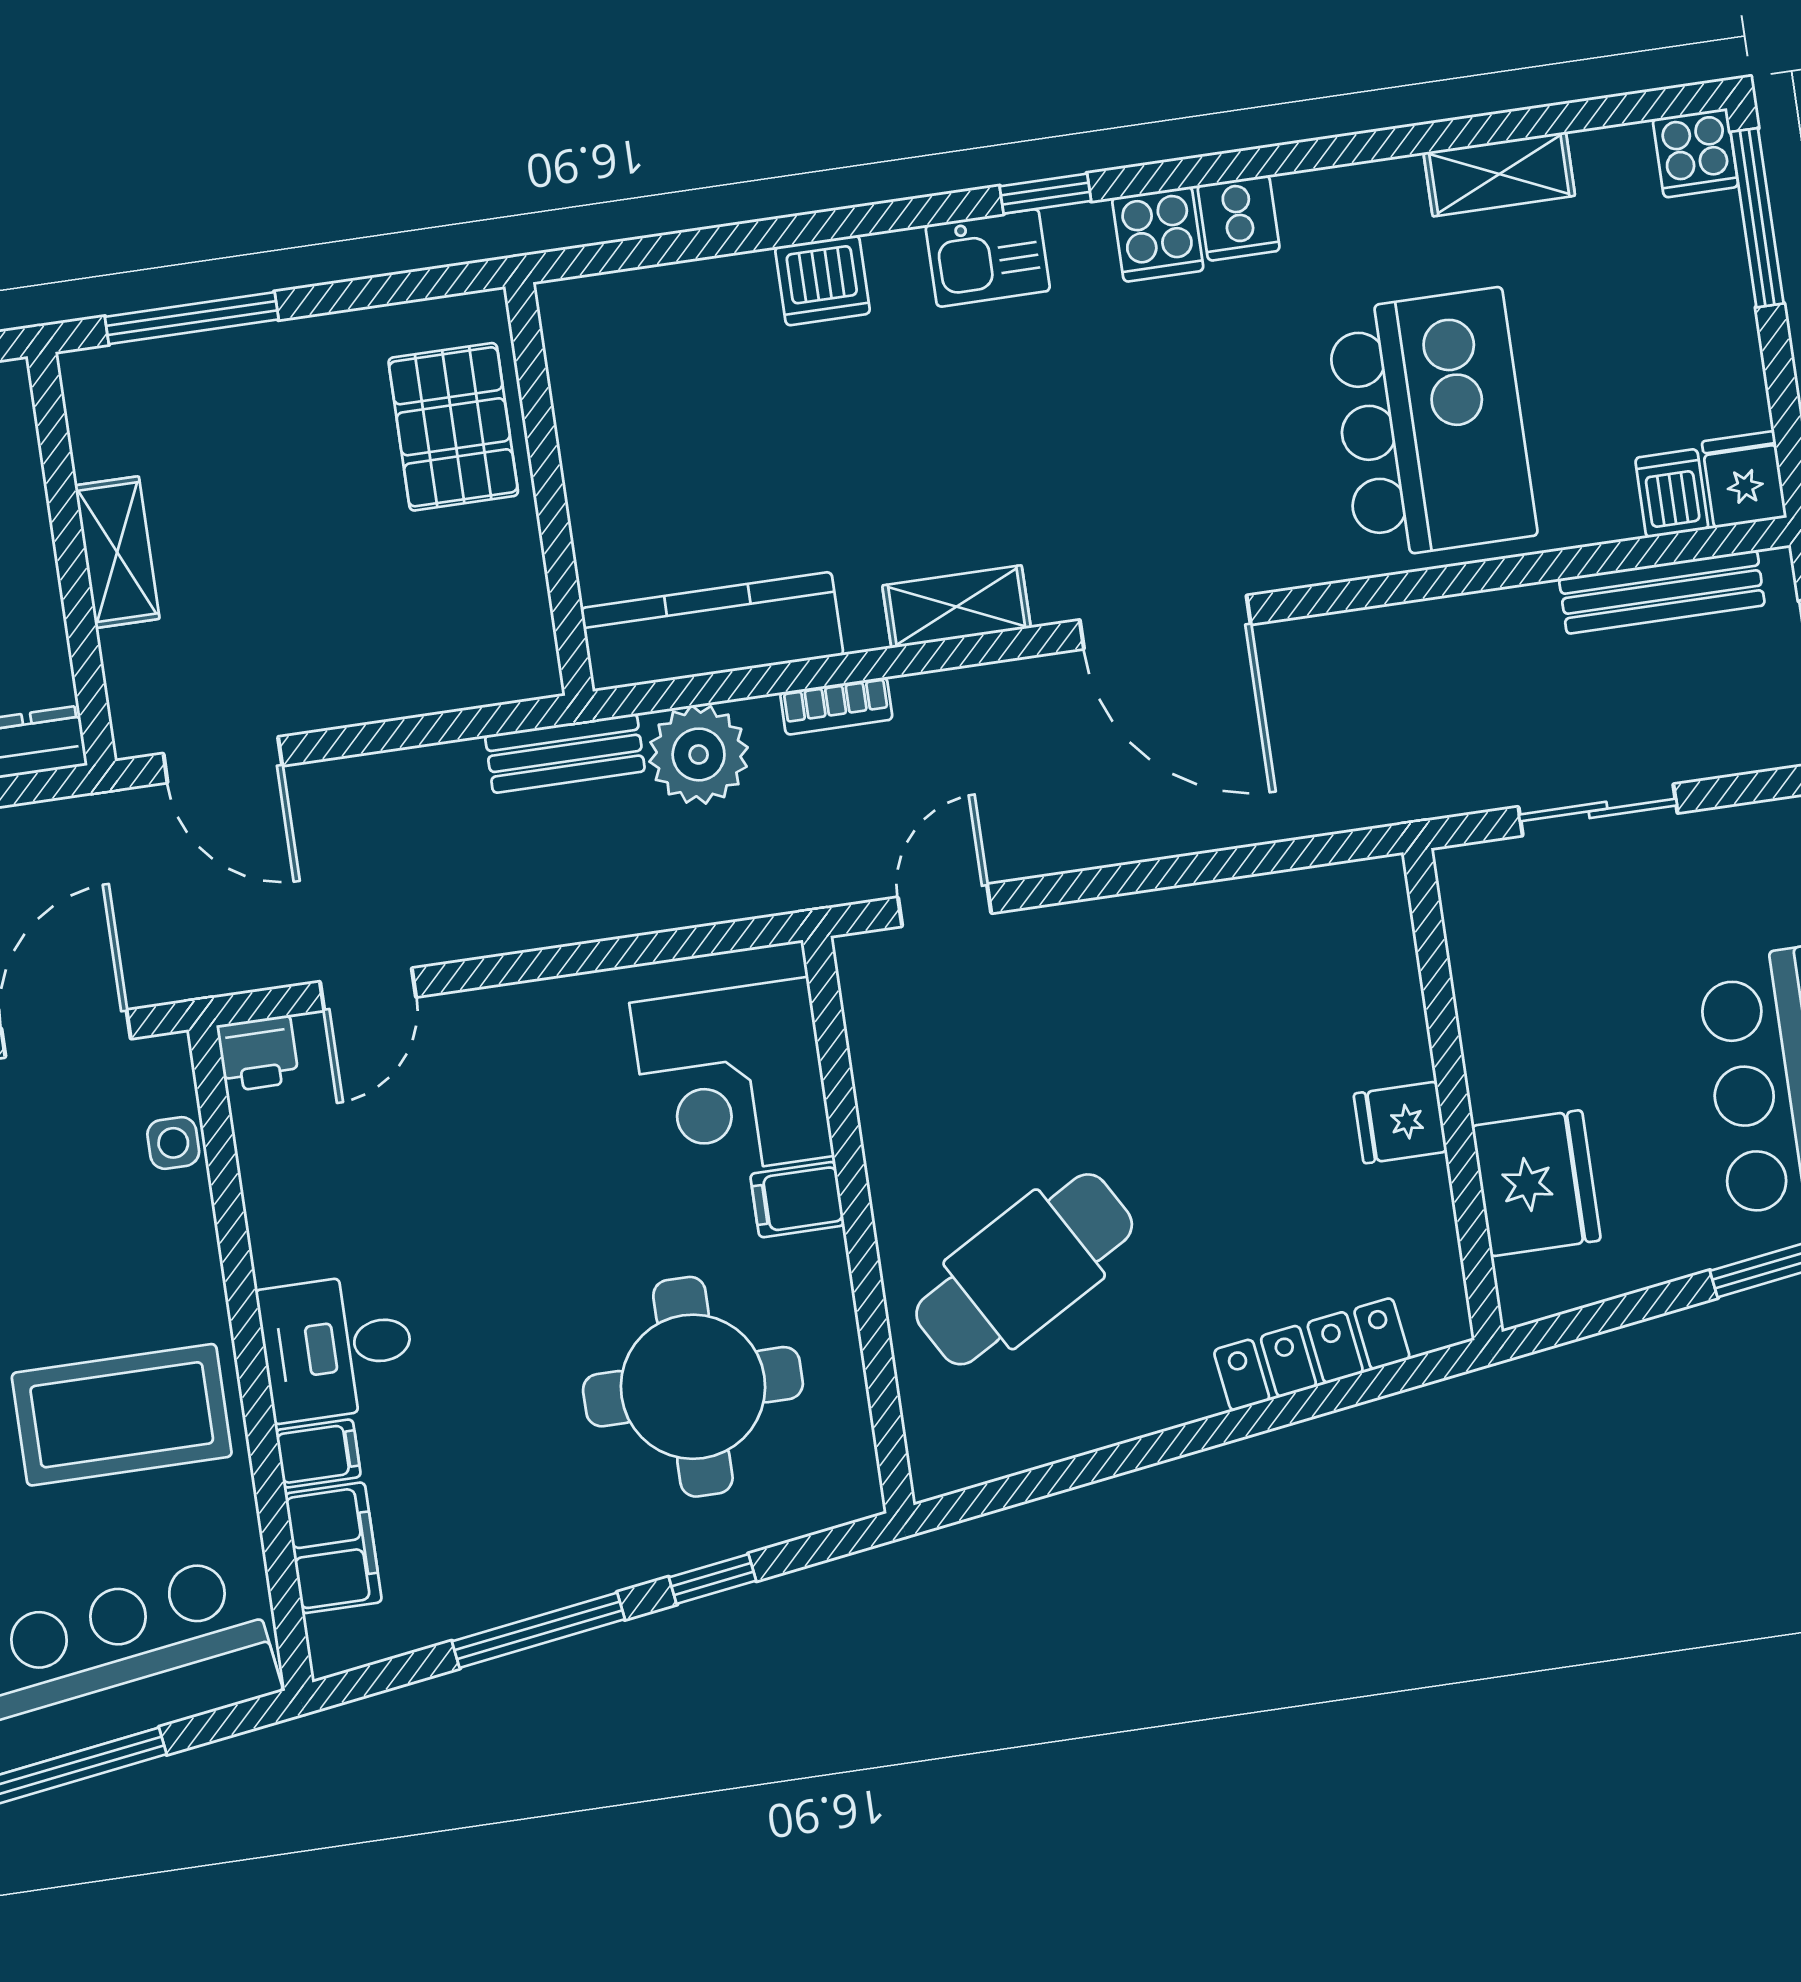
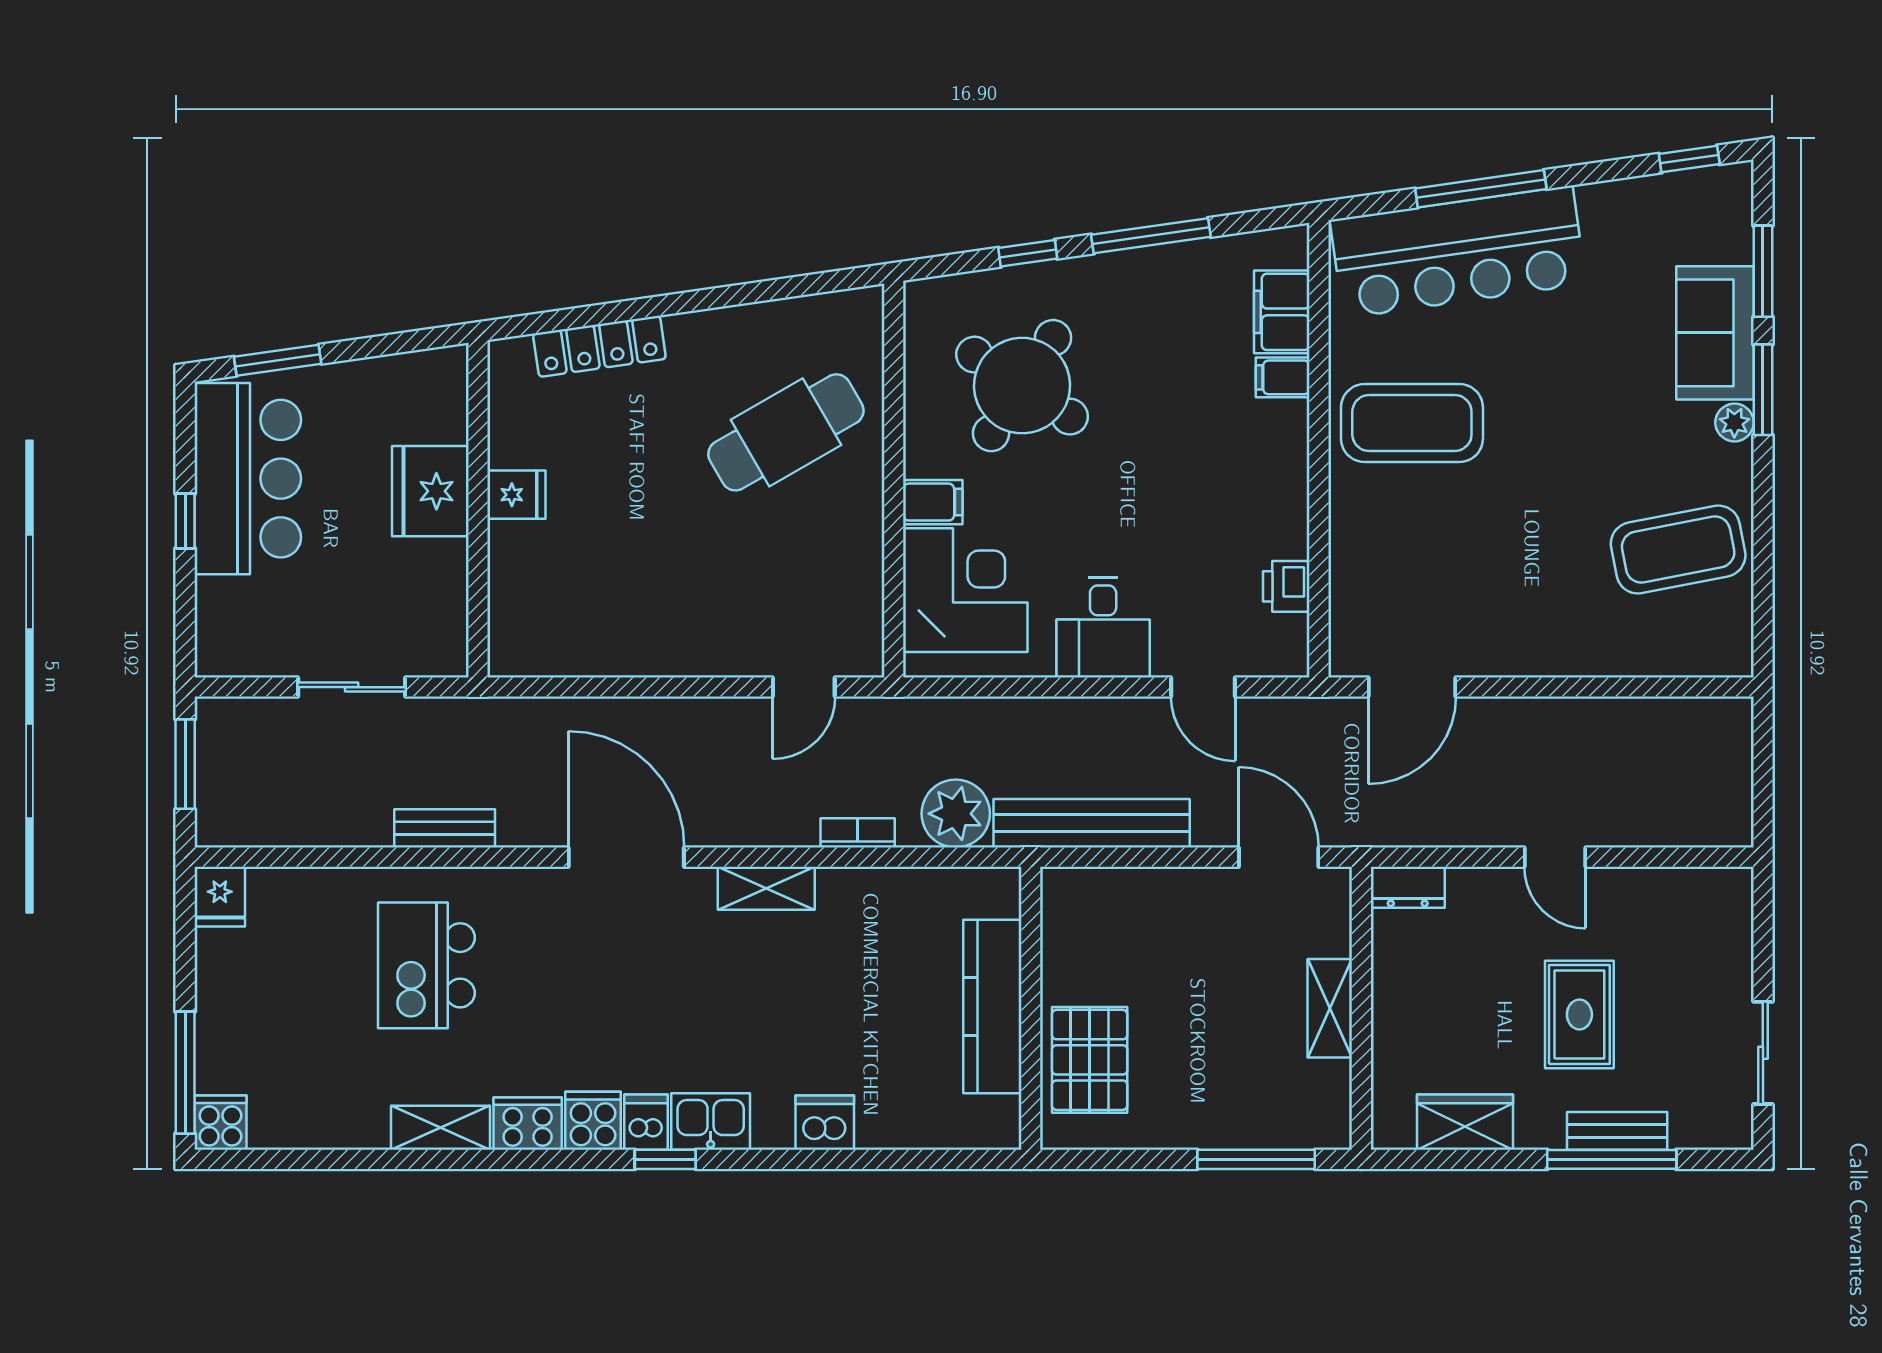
shelving: (1499, 174) -> (441, 1128), moved
cooker: (1239, 218) -> (528, 1124), width x1.36
kitchen island: (1431, 424) -> (426, 965), width x0.73, depth x0.78
dishwasher: (1672, 493) -> (646, 1122), moved, turned 180
bench: (1662, 592) -> (445, 828), moved, width x0.73
kitchen counter: (712, 632) -> (992, 1007), moved, turned 90
bench: (565, 753) -> (1092, 823), width x1.86, depth x1.21
door: (368, 989) -> (1203, 687), swing flipped
printer: (258, 1054) -> (1286, 586), moved, turned -90
side table: (173, 1143) -> (1350, 602), removed
fridge: (1536, 1183) -> (430, 491), moved
desk: (337, 1347) -> (1103, 627), moved, turned 90
round table: (693, 1387) -> (1022, 386), turned 33

